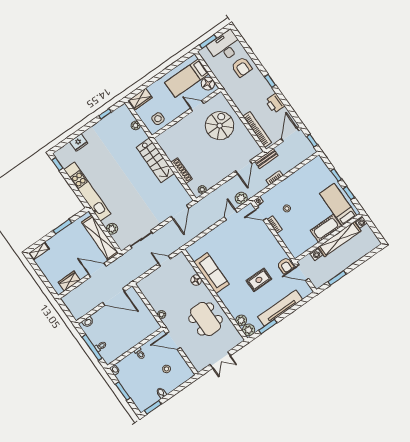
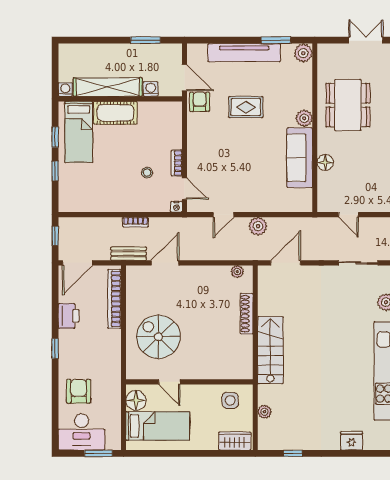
spiral stairs: (220, 126) -> (158, 337), turned 90
plant: (241, 198) -> (258, 226), moved
plant: (241, 320) -> (304, 118), moved

